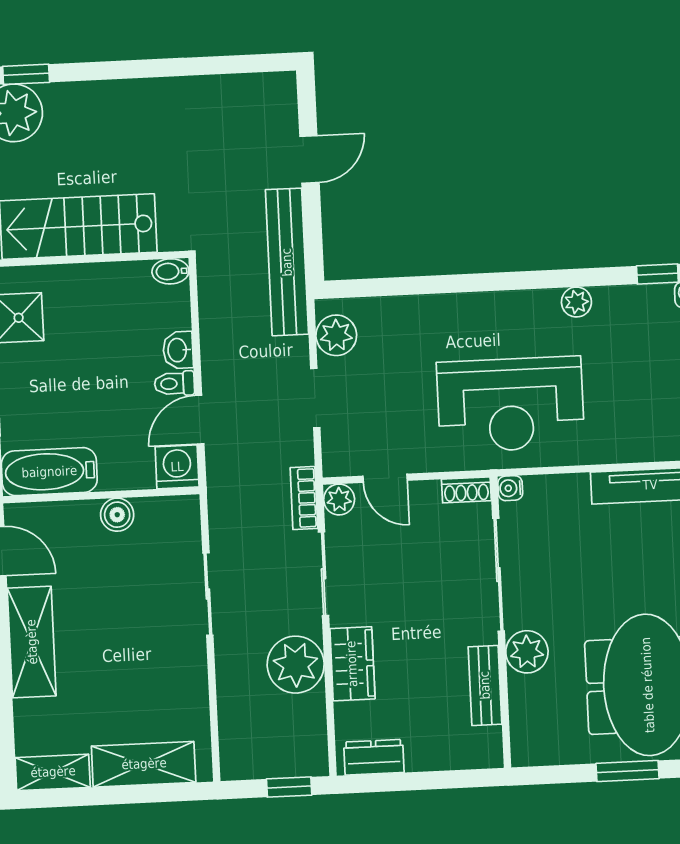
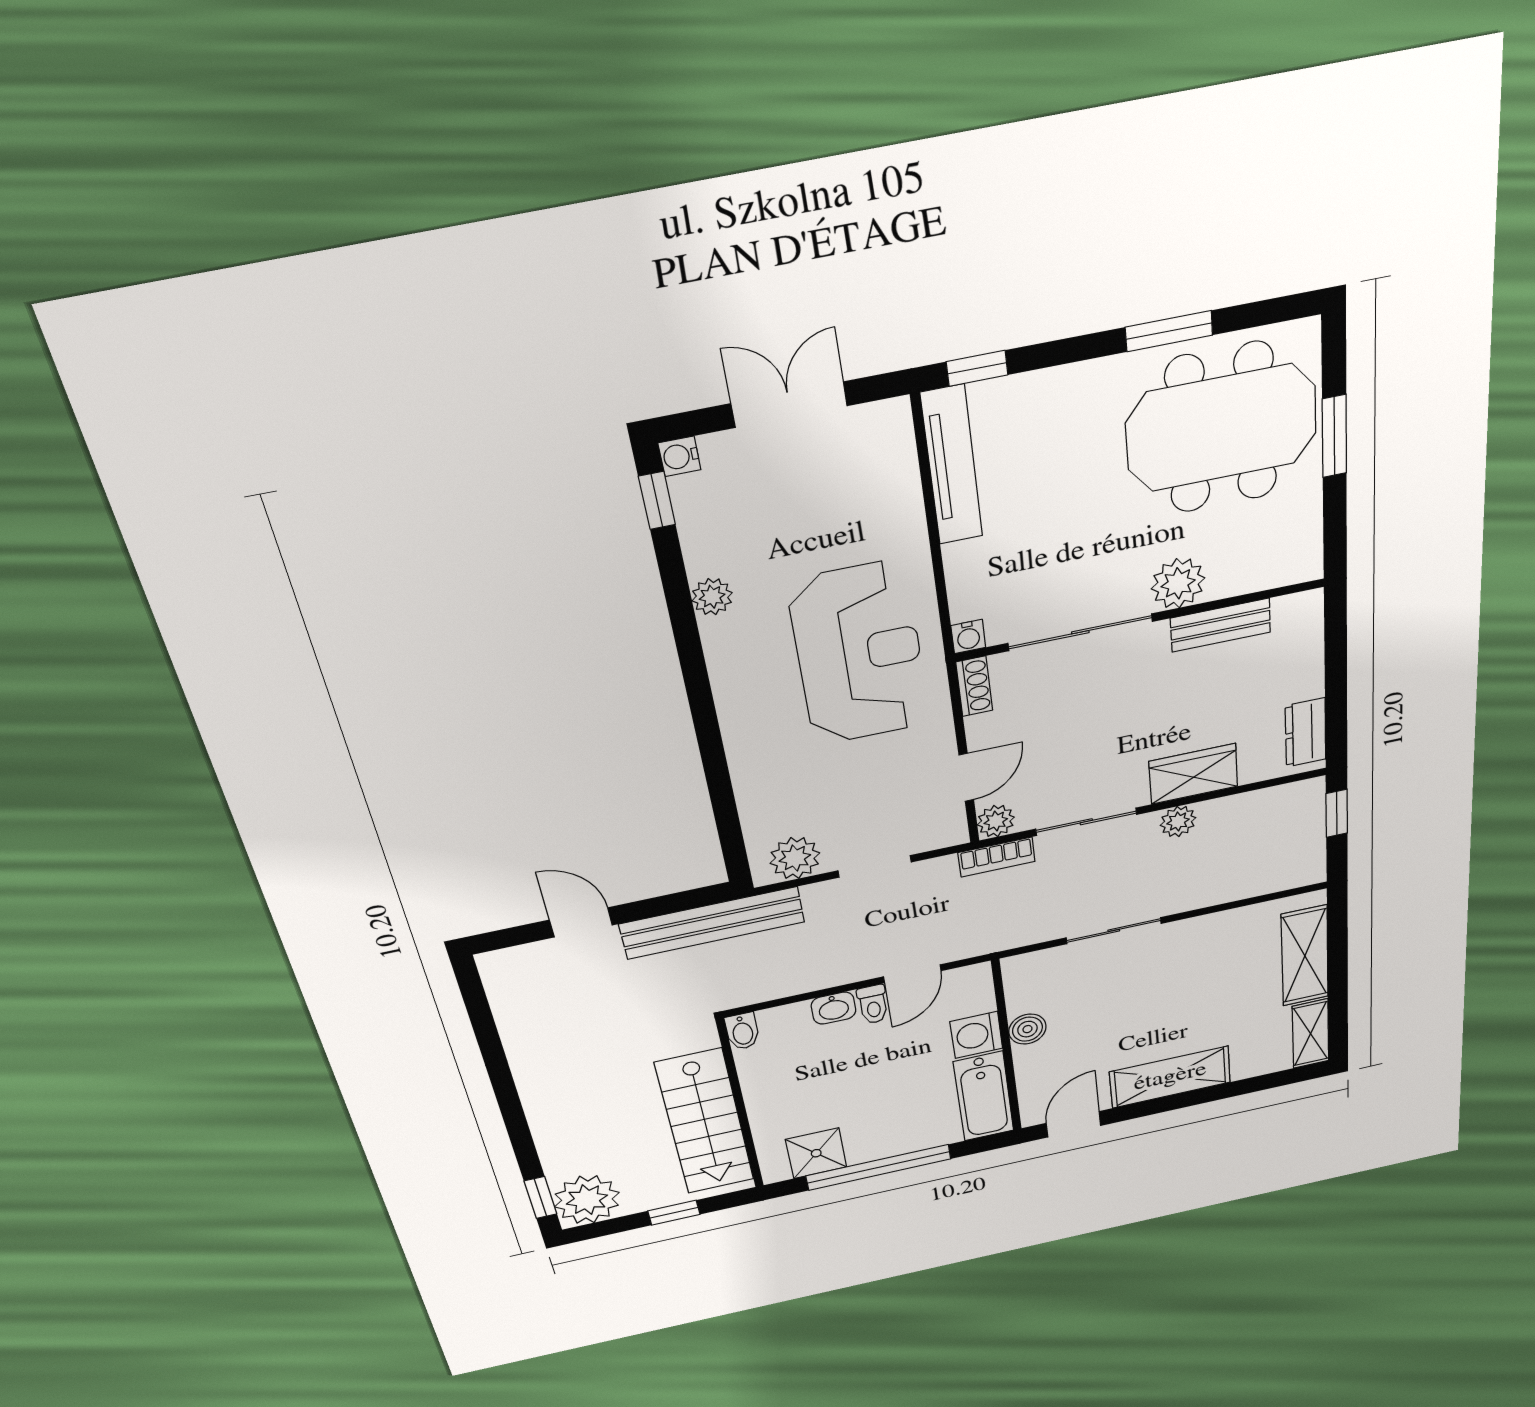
door: (200, 420) -> (912, 974), hinge flipped
washing machine: (177, 467) -> (976, 1035), moved
plant: (296, 665) -> (1178, 822), width x0.53, depth x0.53

